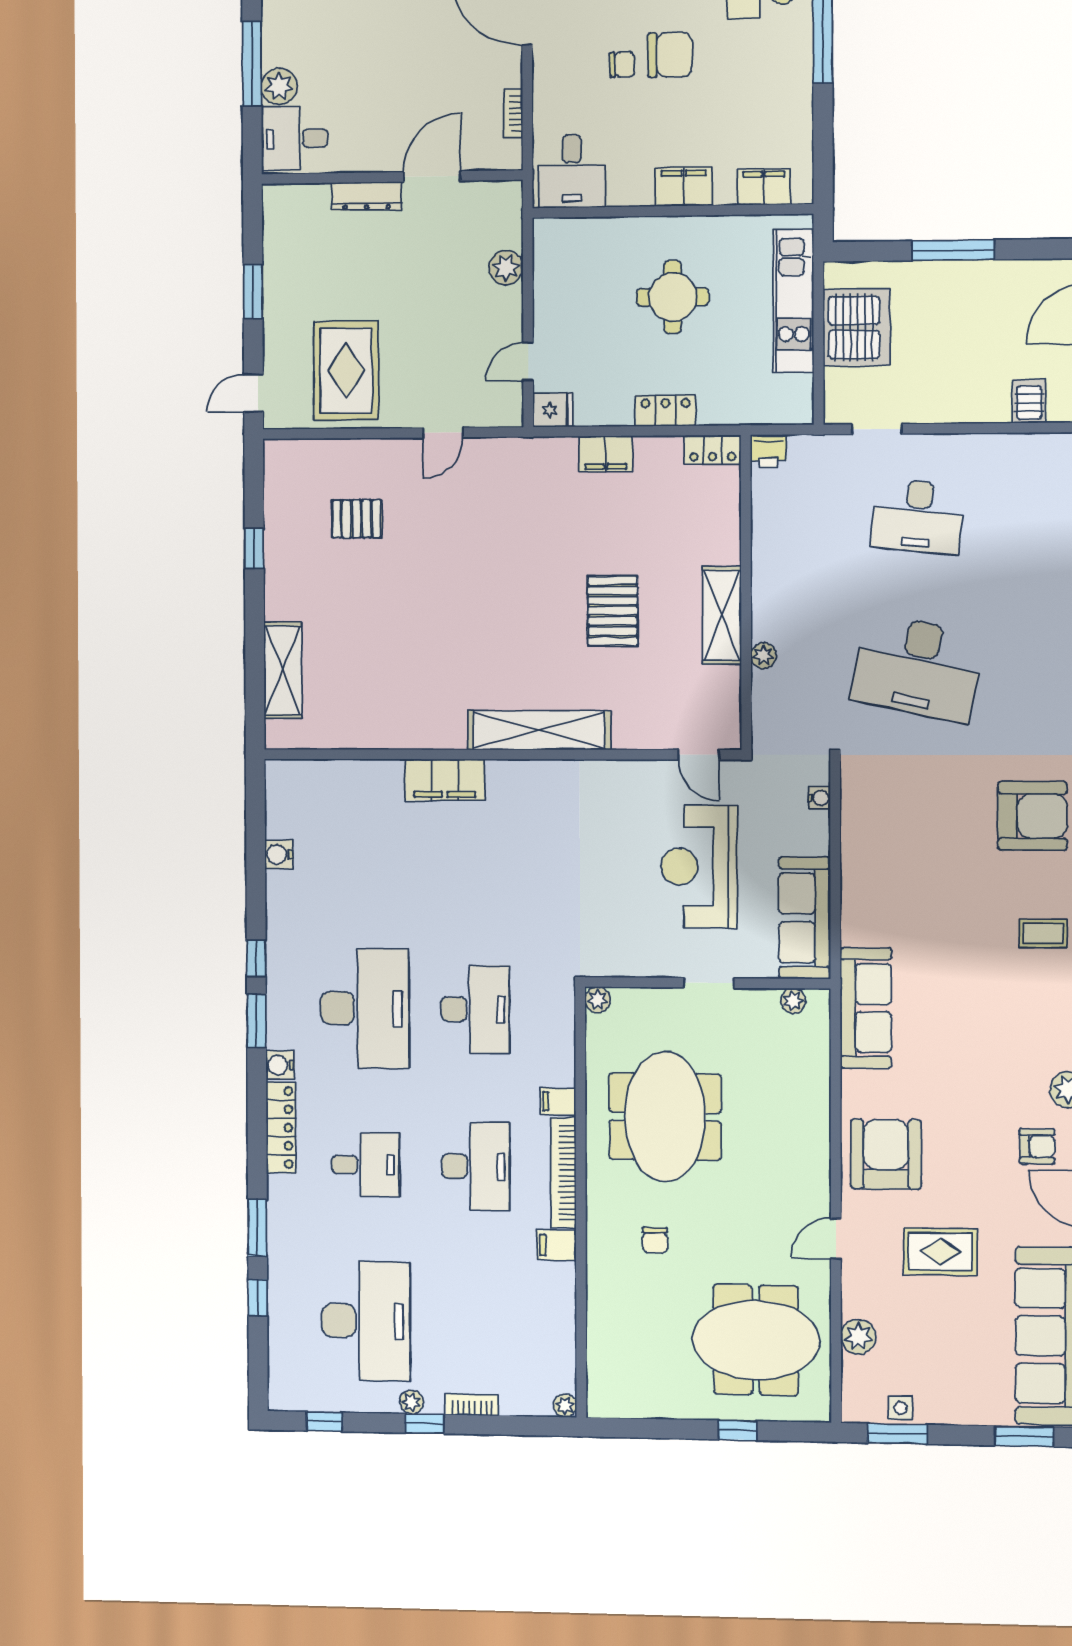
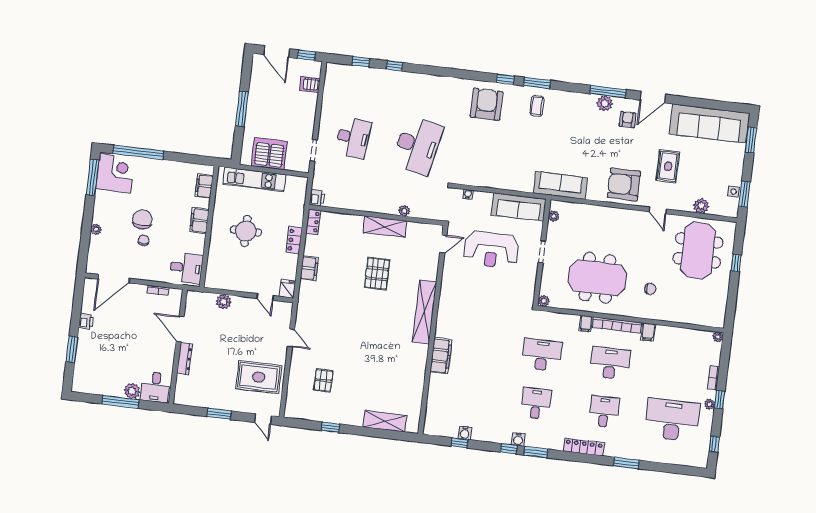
pallet: (613, 611) -> (377, 274), turned 90
desk: (365, 1008) -> (536, 403), width x0.53, depth x0.77
water cooler: (280, 1065) -> (518, 439), moved
window: (258, 1298) -> (460, 443), moved

